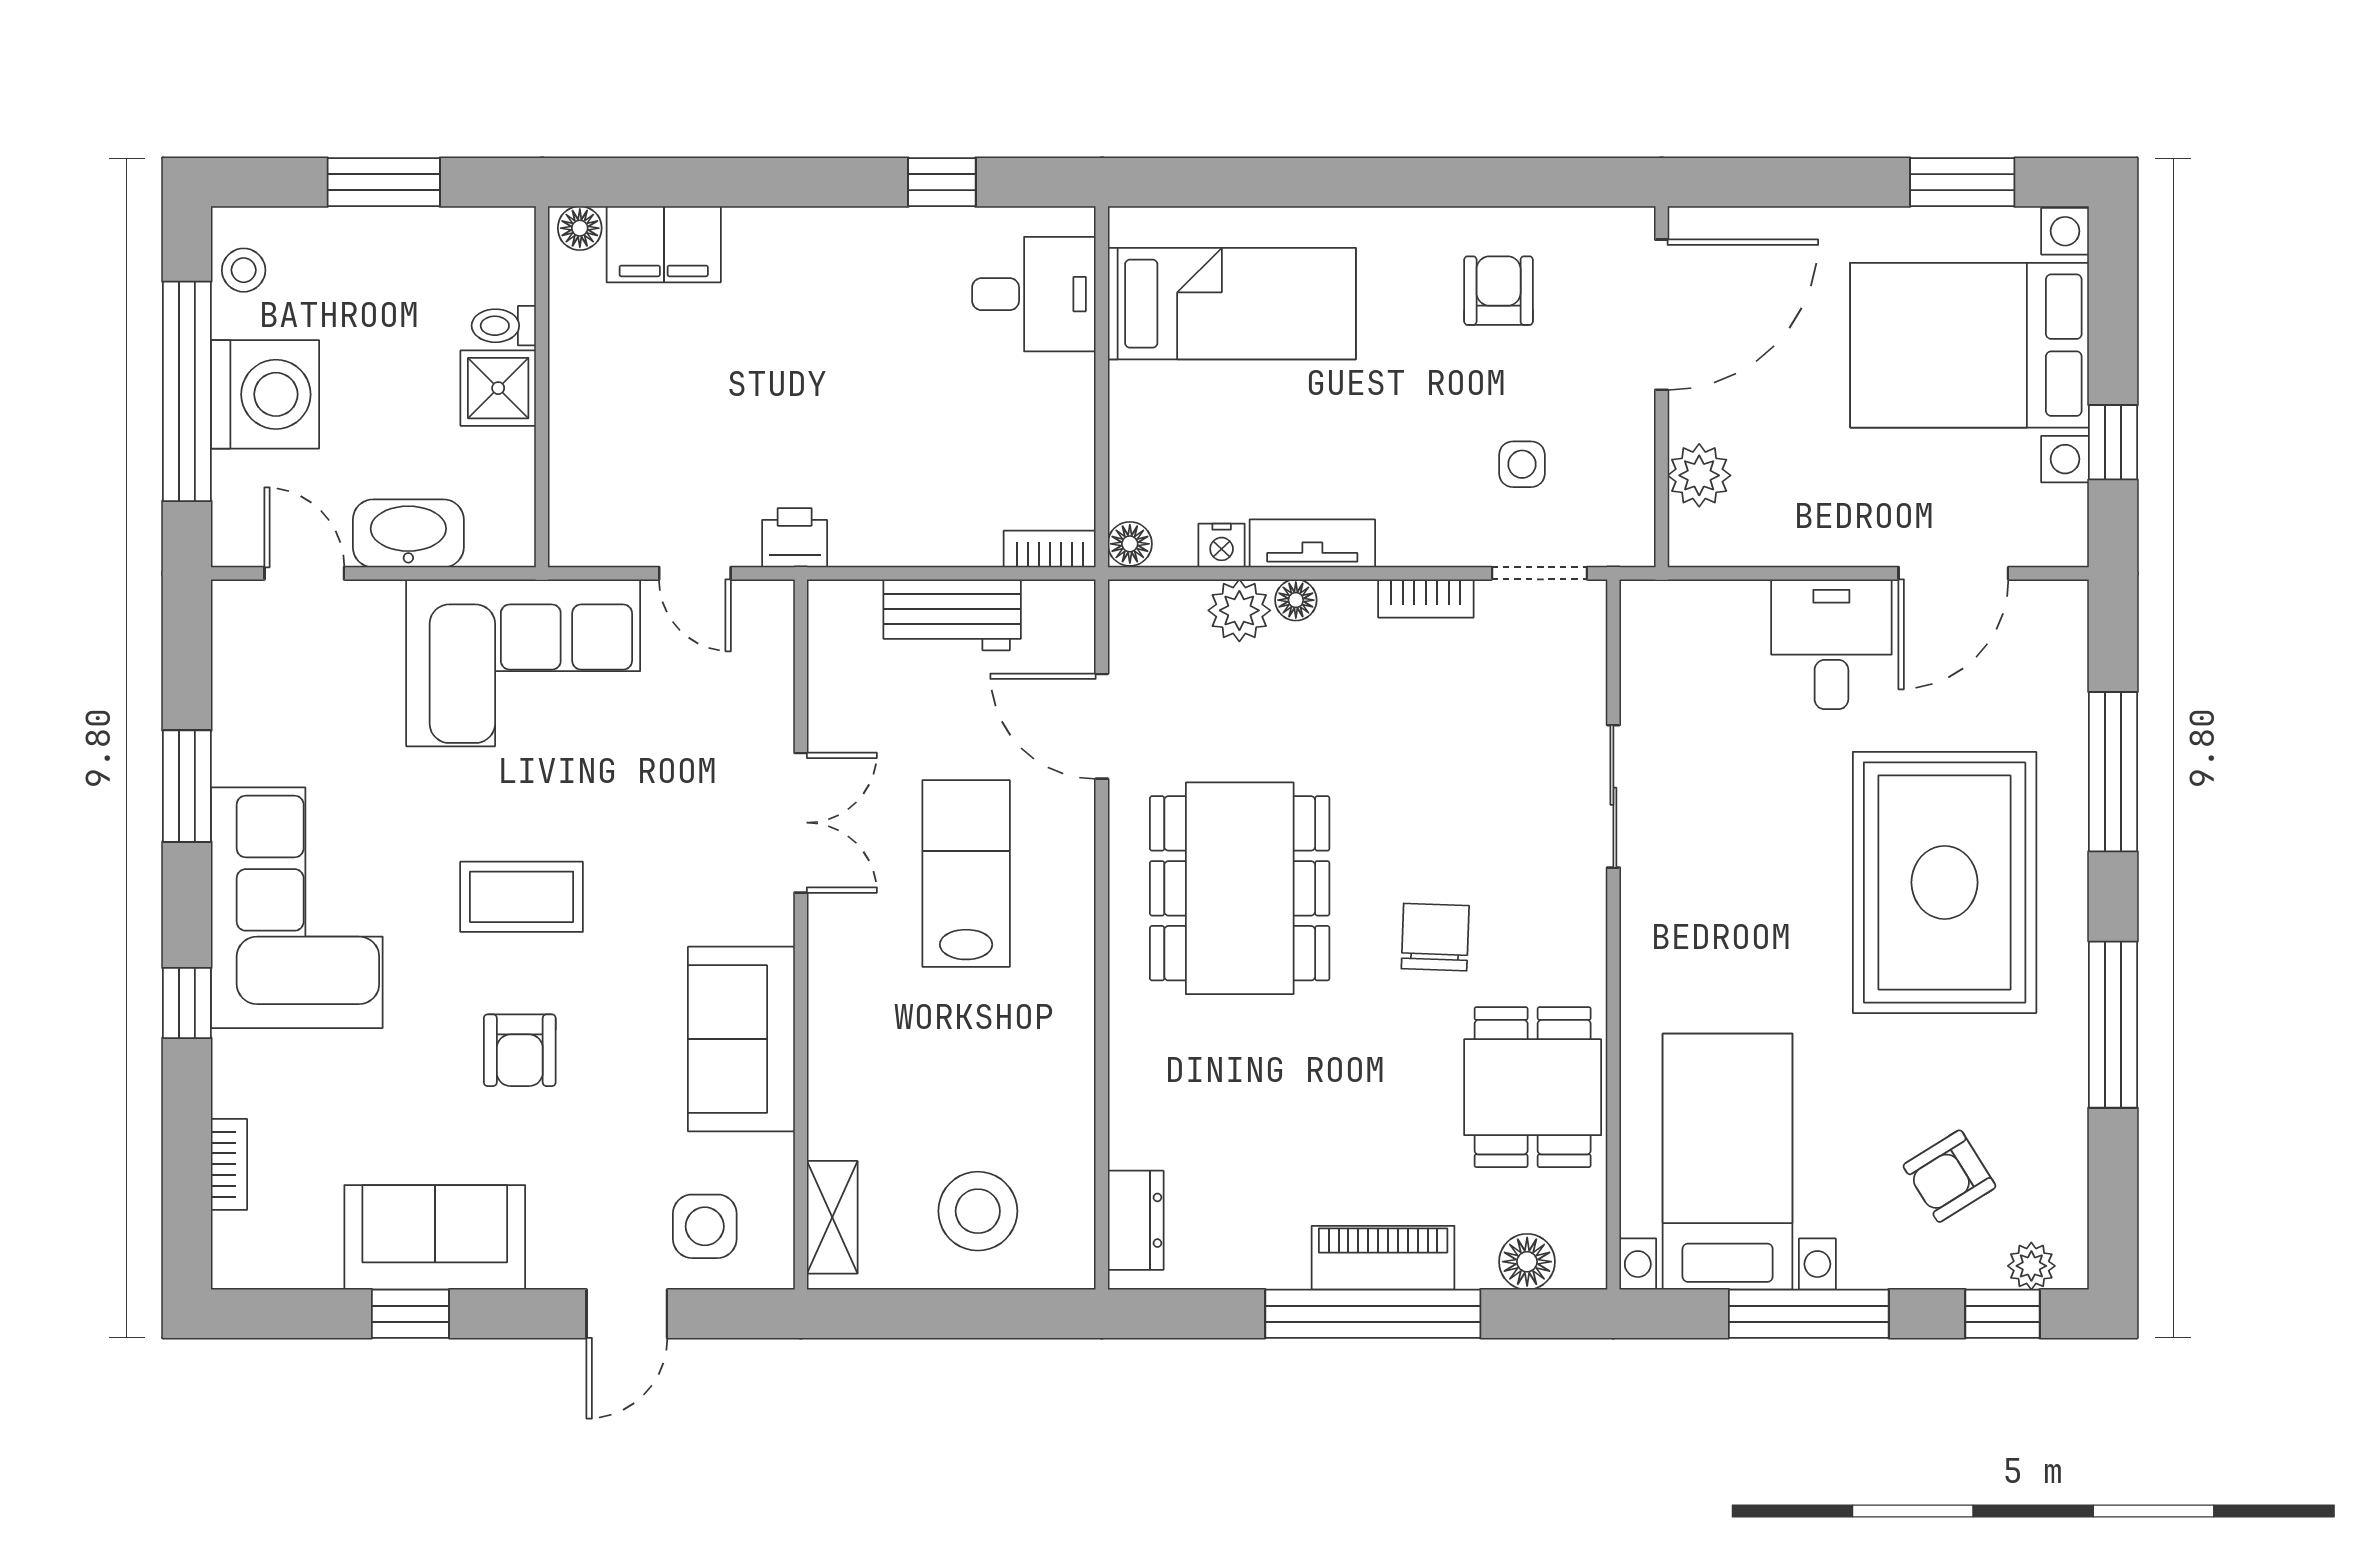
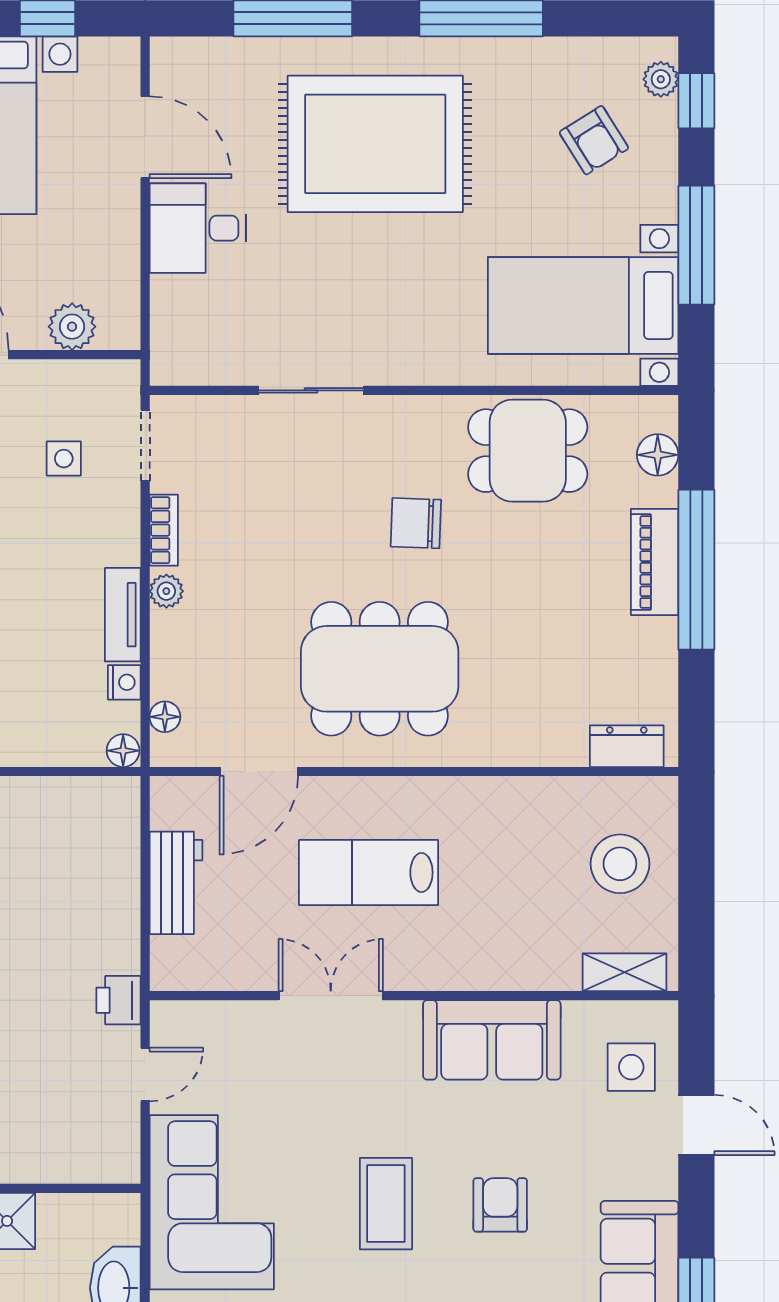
bookcase: (1050, 549) -> (127, 810), removed
floor lamp: (1296, 600) -> (165, 717), moved
plant: (1239, 610) -> (166, 591), moved, width x0.73, depth x0.73
armchair: (520, 1050) -> (500, 1205), turned -90

